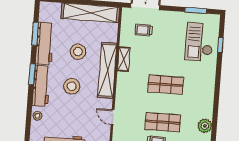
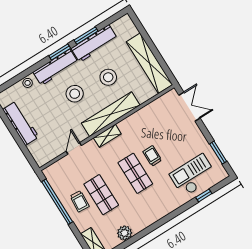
trolley: (144, 30) -> (152, 156), moved
window: (35, 34) -> (86, 36), moved
shelving: (124, 59) -> (107, 136), moved

